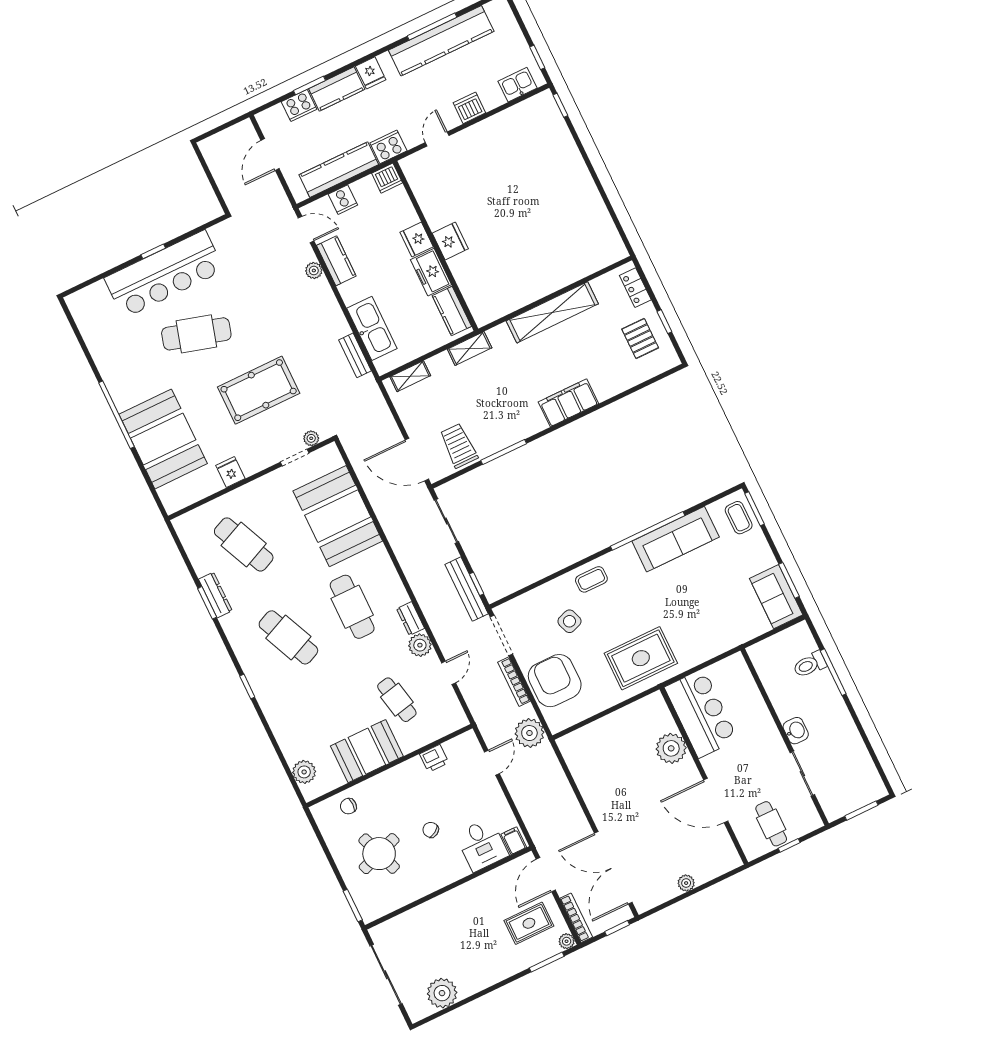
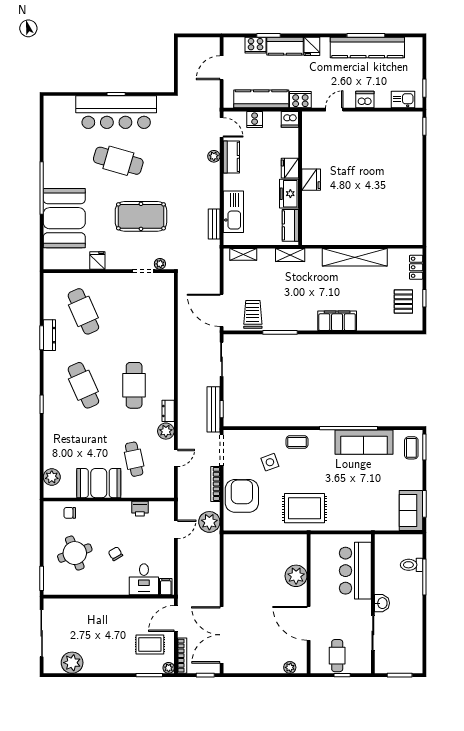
booth: (338, 516) -> (153, 322), removed
bar counter: (701, 713) -> (355, 571), moved, turned 180
plant: (686, 883) -> (290, 667), moved

